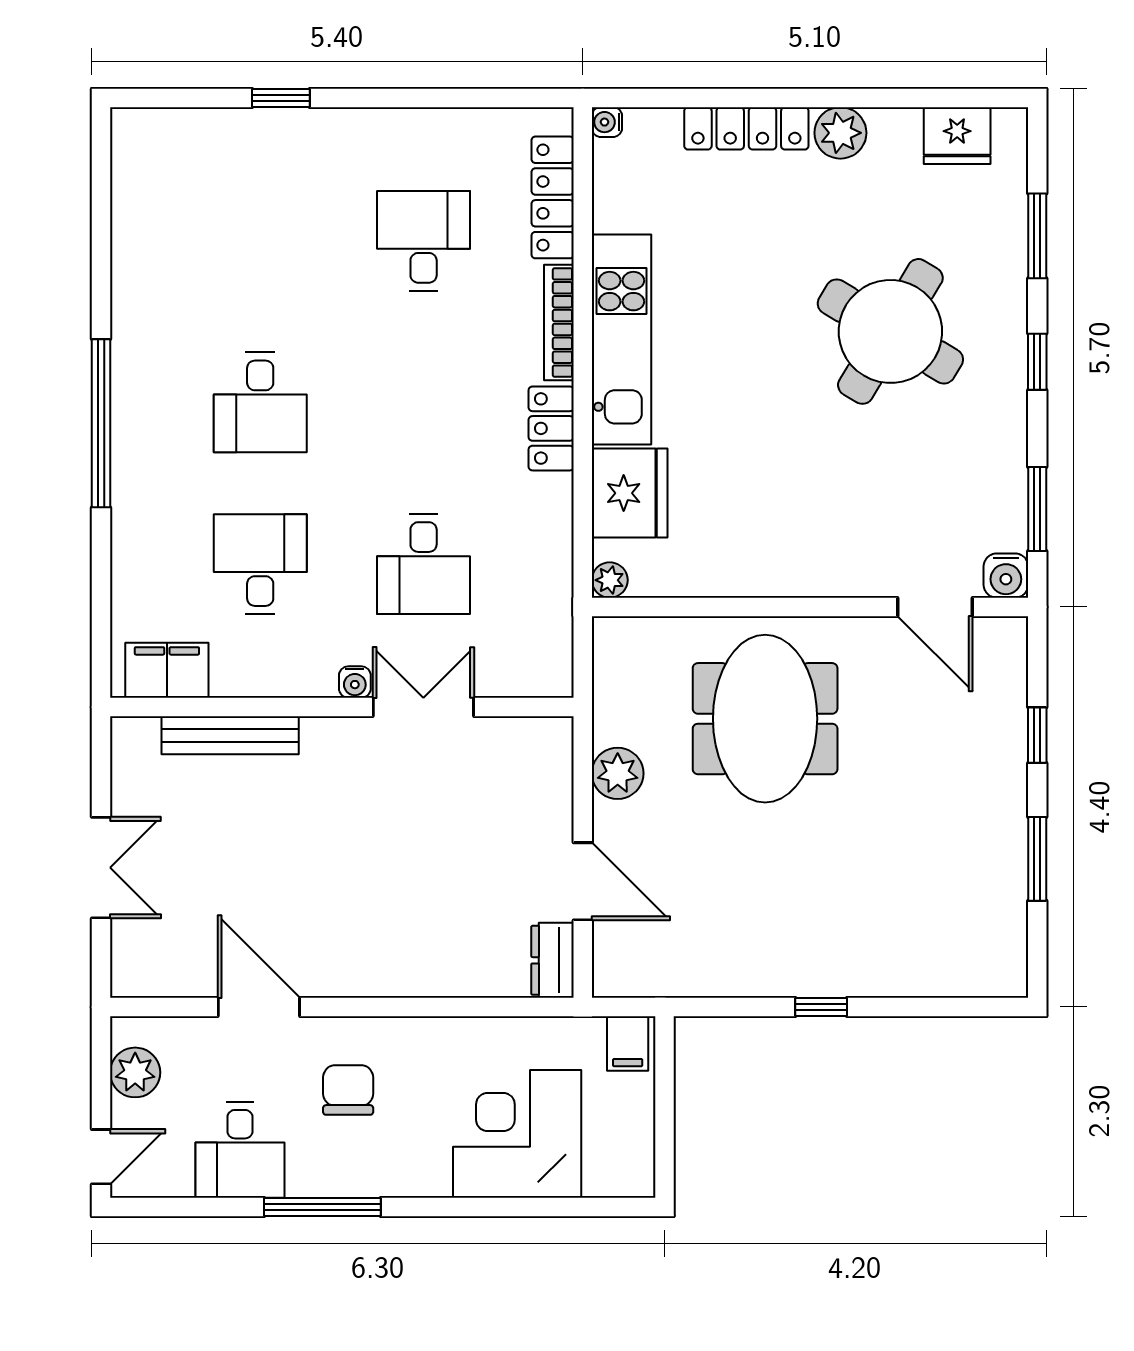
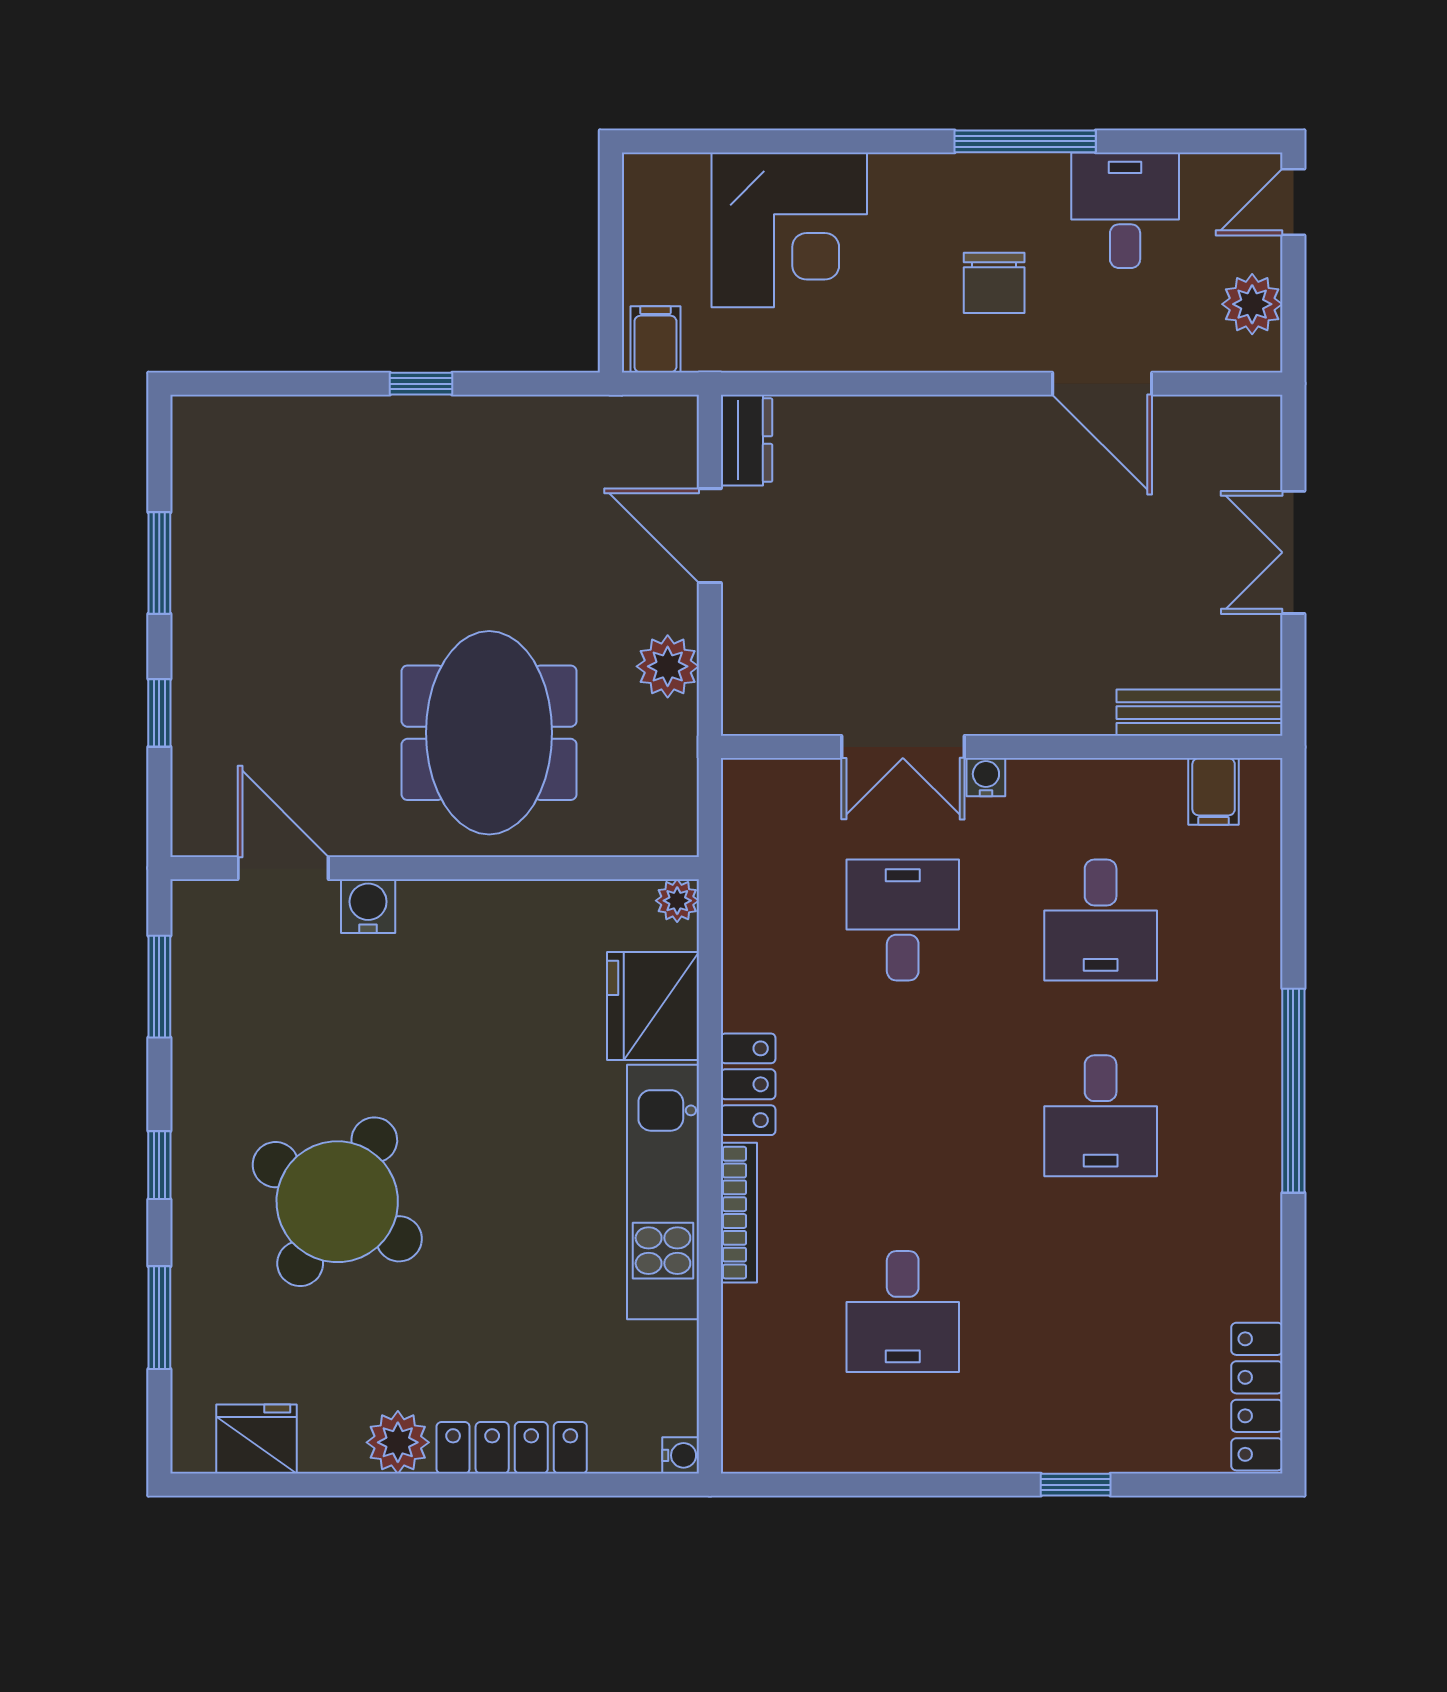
locker: (553, 197) -> (1257, 1397), moved, turned 180
desk: (260, 402) -> (1101, 1116), turned 180
water cooler: (1006, 576) -> (368, 906), moved
filing cabinet: (167, 670) -> (1214, 791), width x0.50
bench: (230, 735) -> (1199, 713), moved

